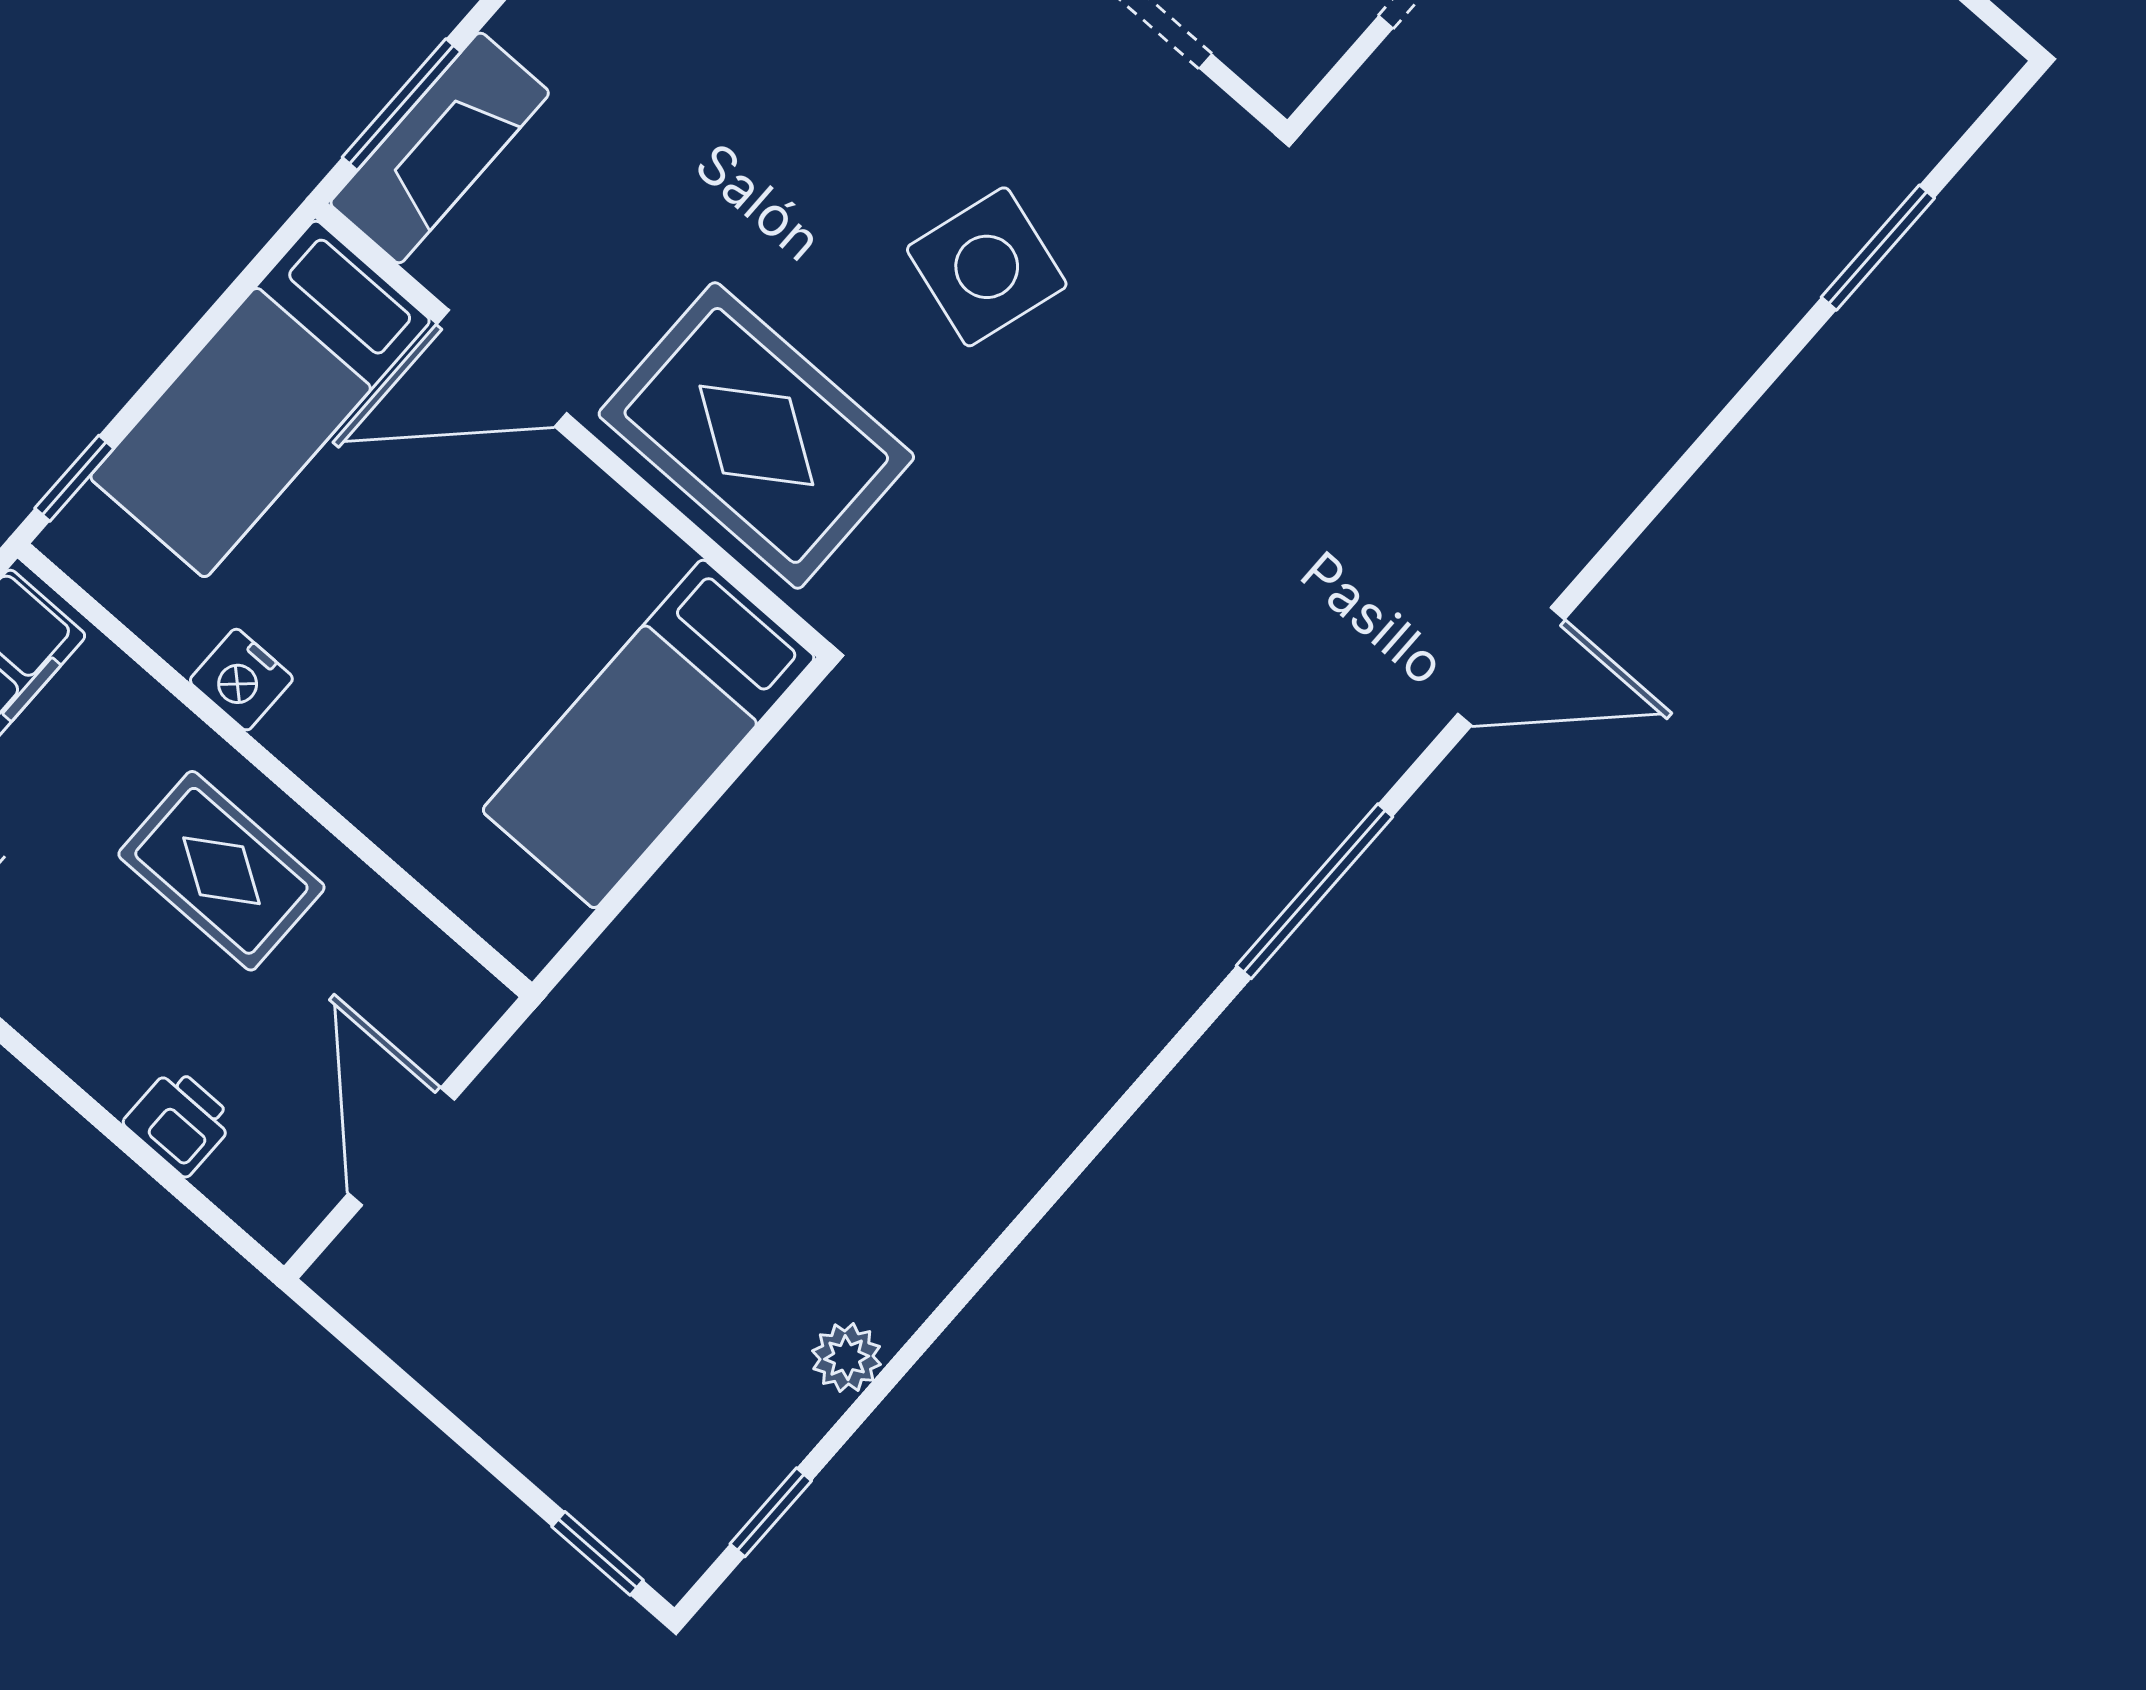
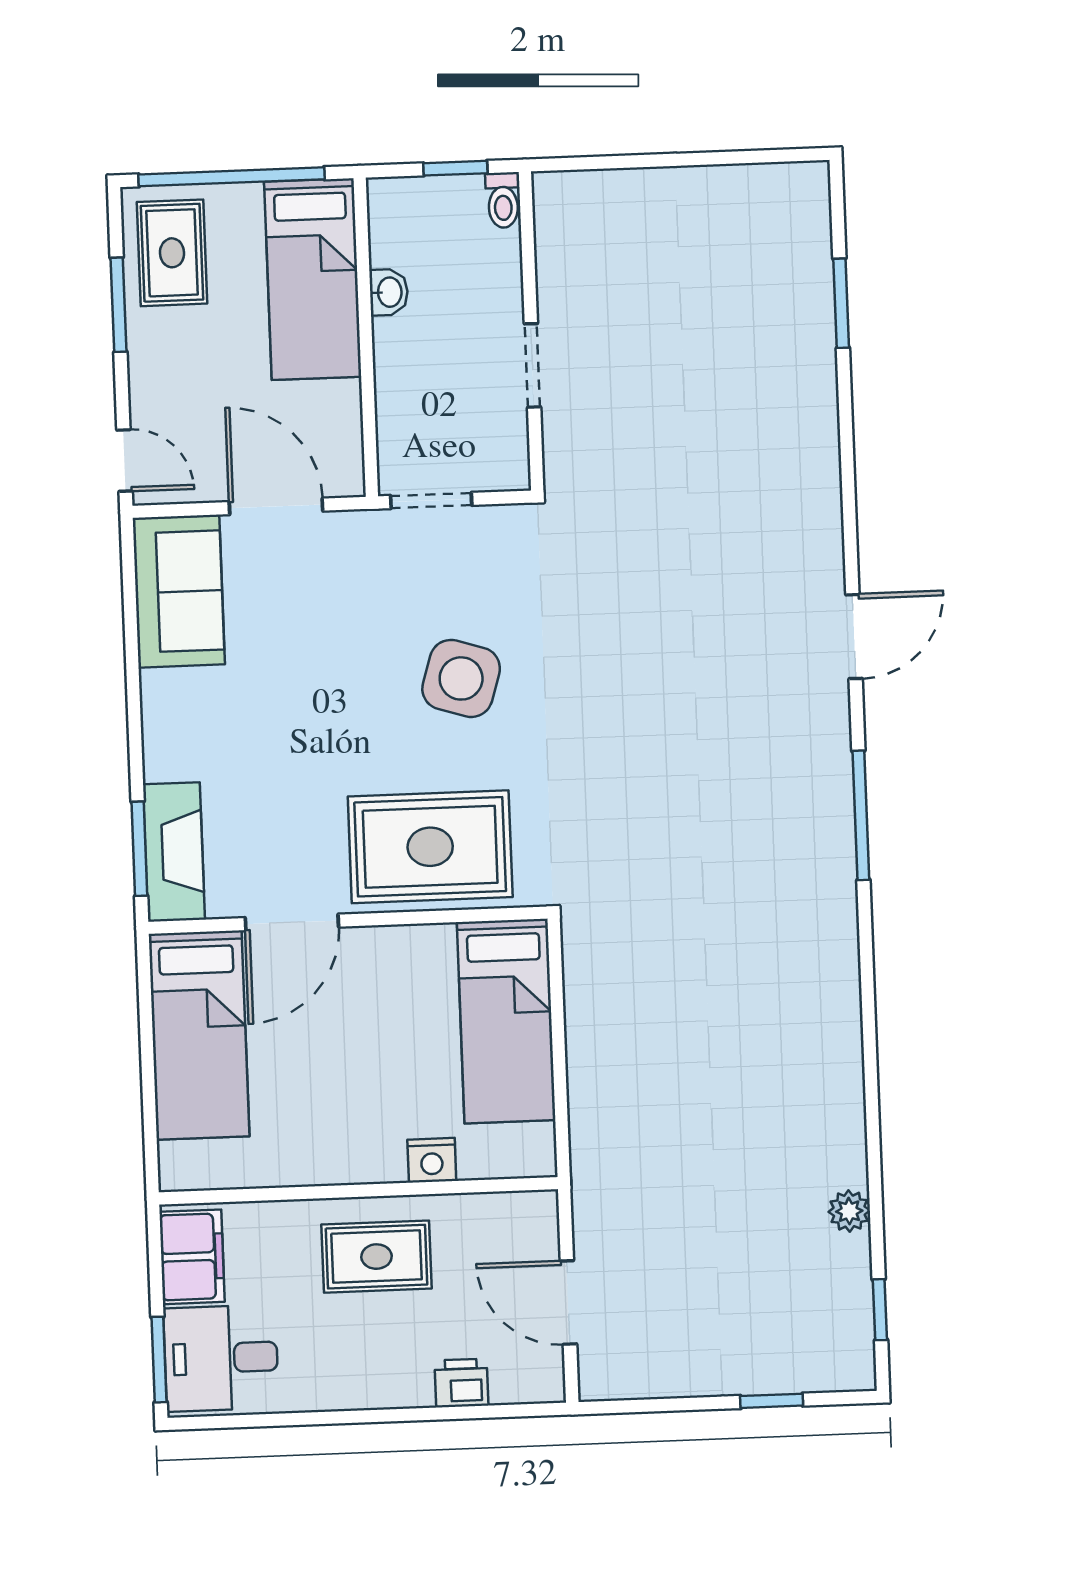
window: (74, 478) -> (151, 1146), removed
nightstand: (241, 680) -> (432, 1160), moved
window: (598, 1553) -> (772, 1401), moved

